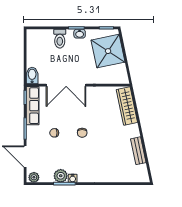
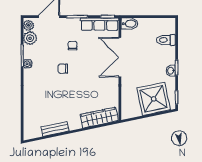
toilet: (60, 39) -> (166, 40), moved
chair: (82, 133) -> (63, 69), moved
plant: (61, 176) -> (30, 38), moved

